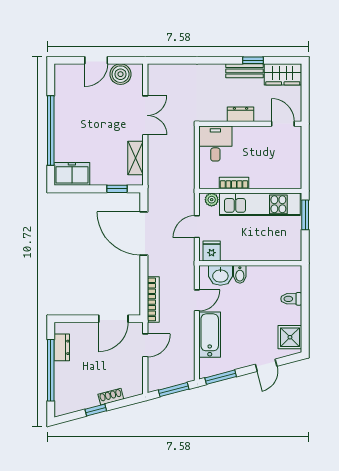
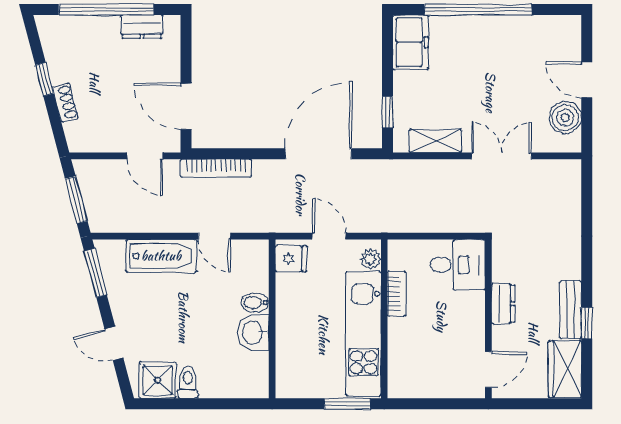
double door: (145, 115) -> (501, 156), swing flipped
washbasin: (220, 275) -> (253, 333), moved
toilet: (291, 299) -> (188, 382), moved

